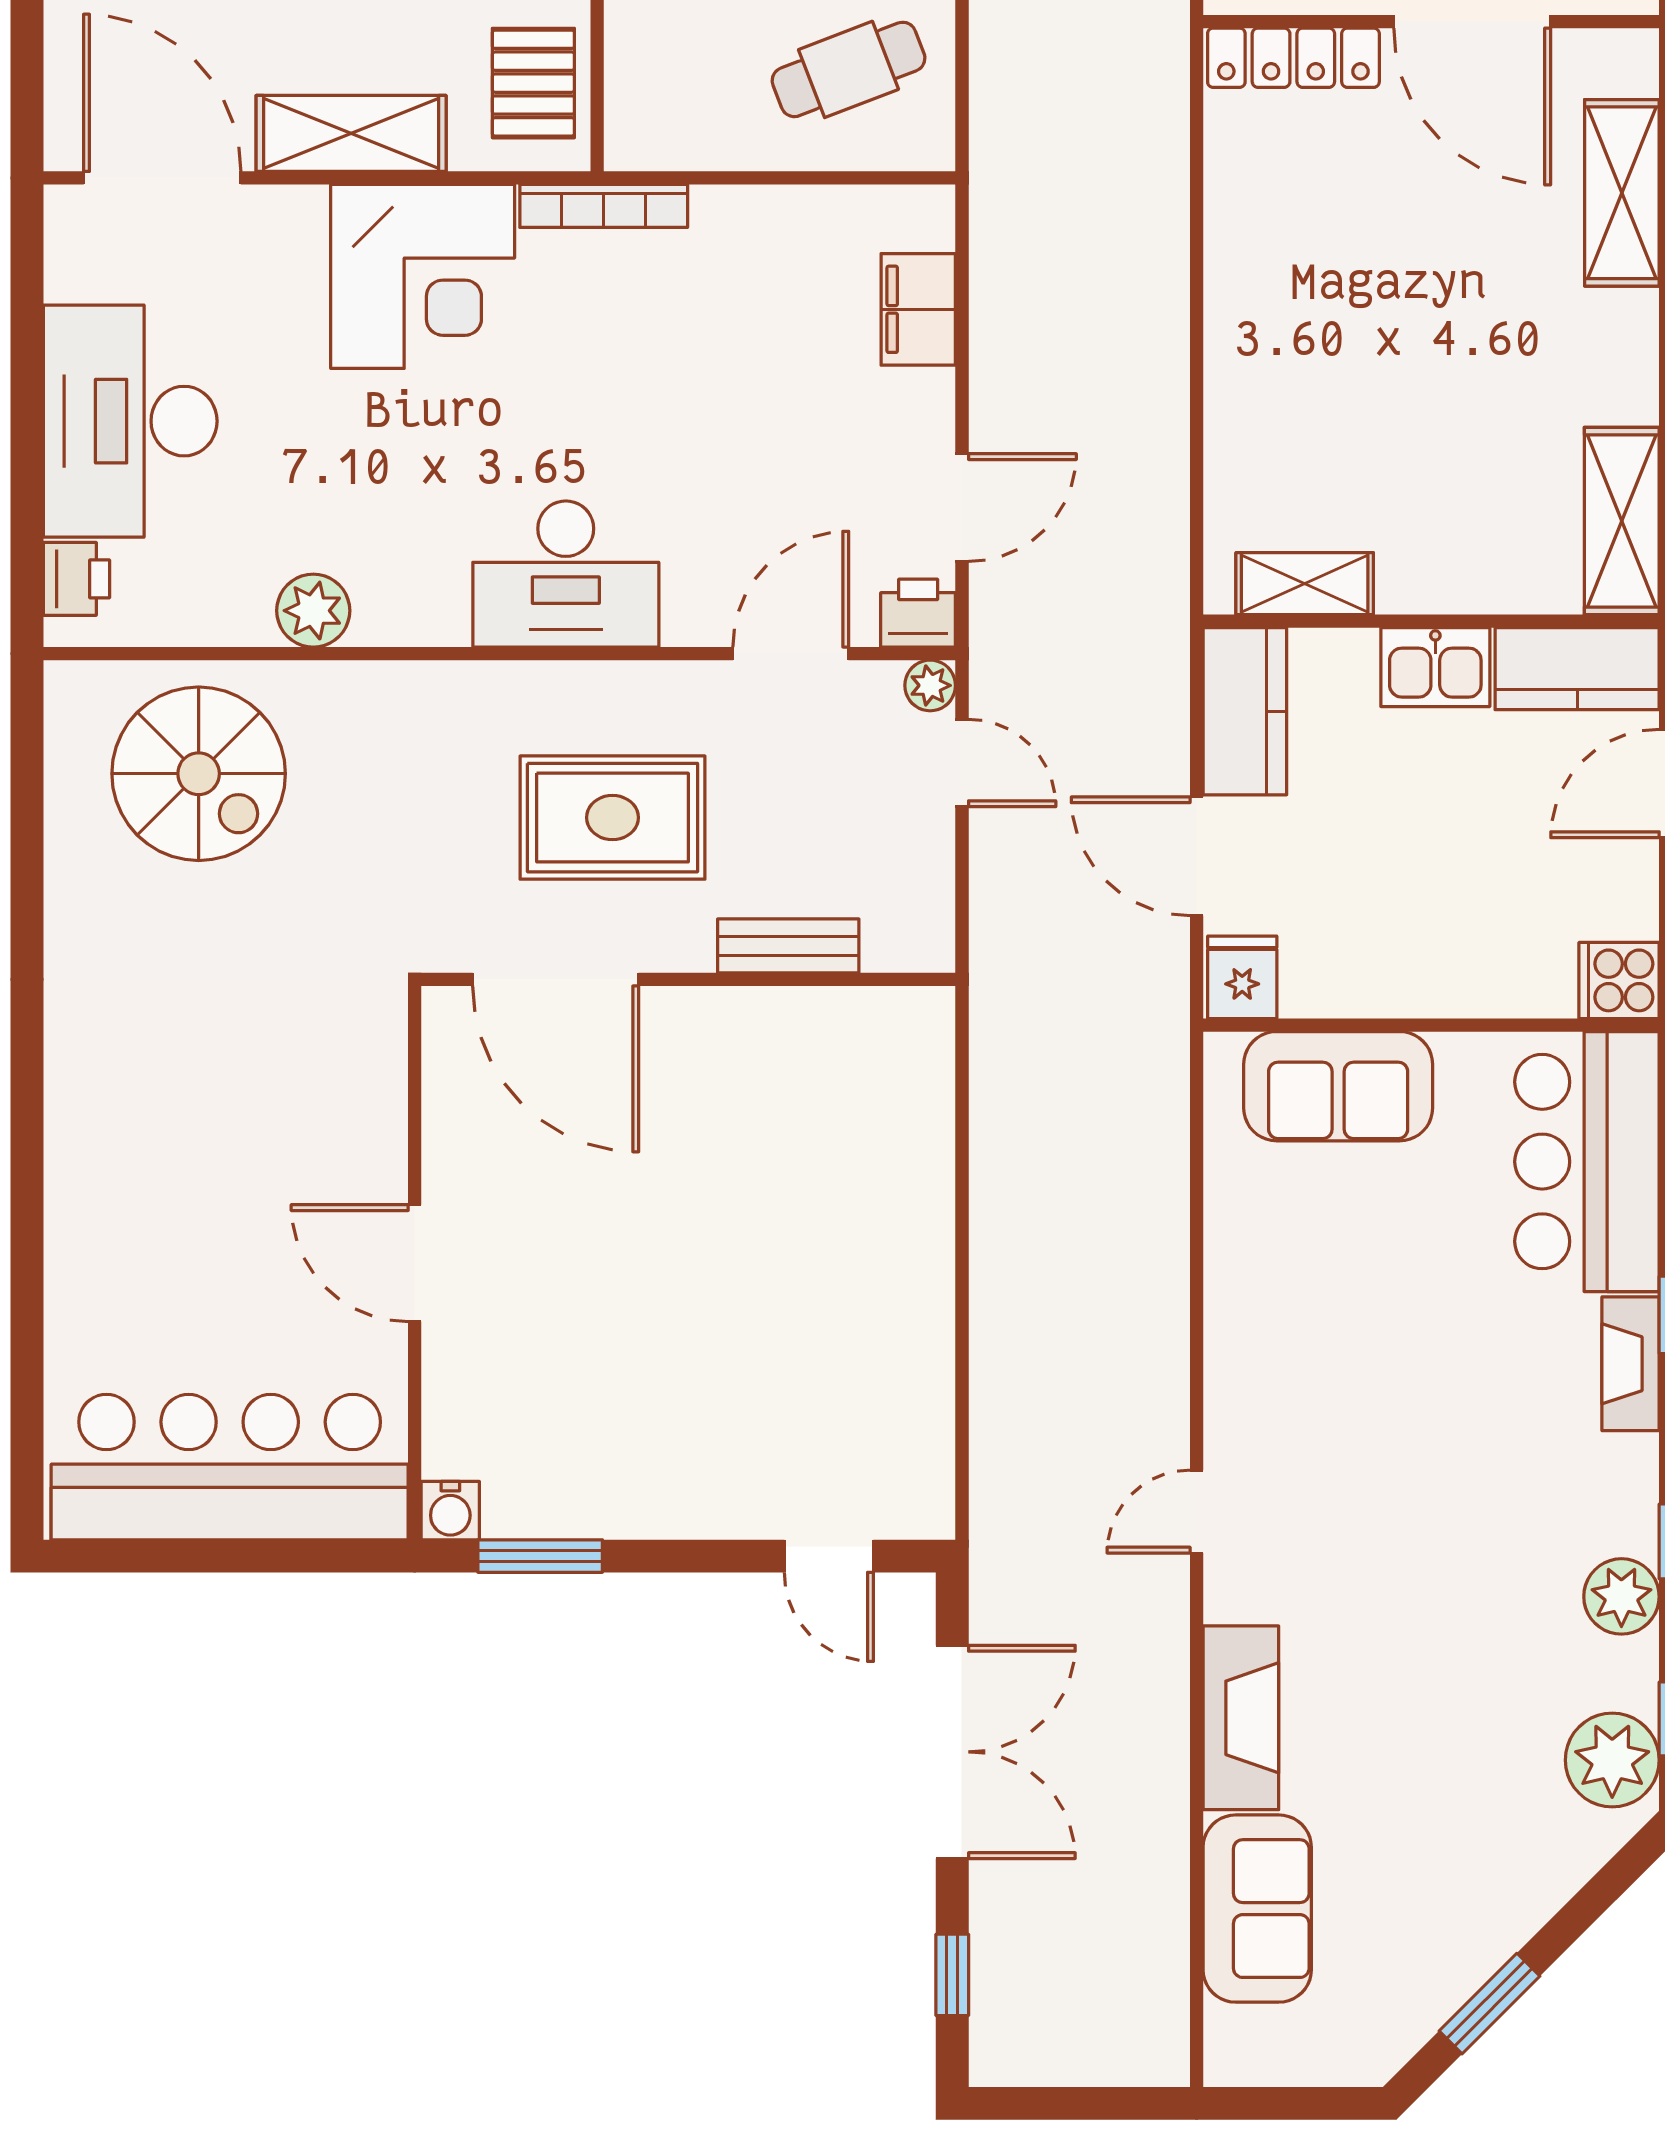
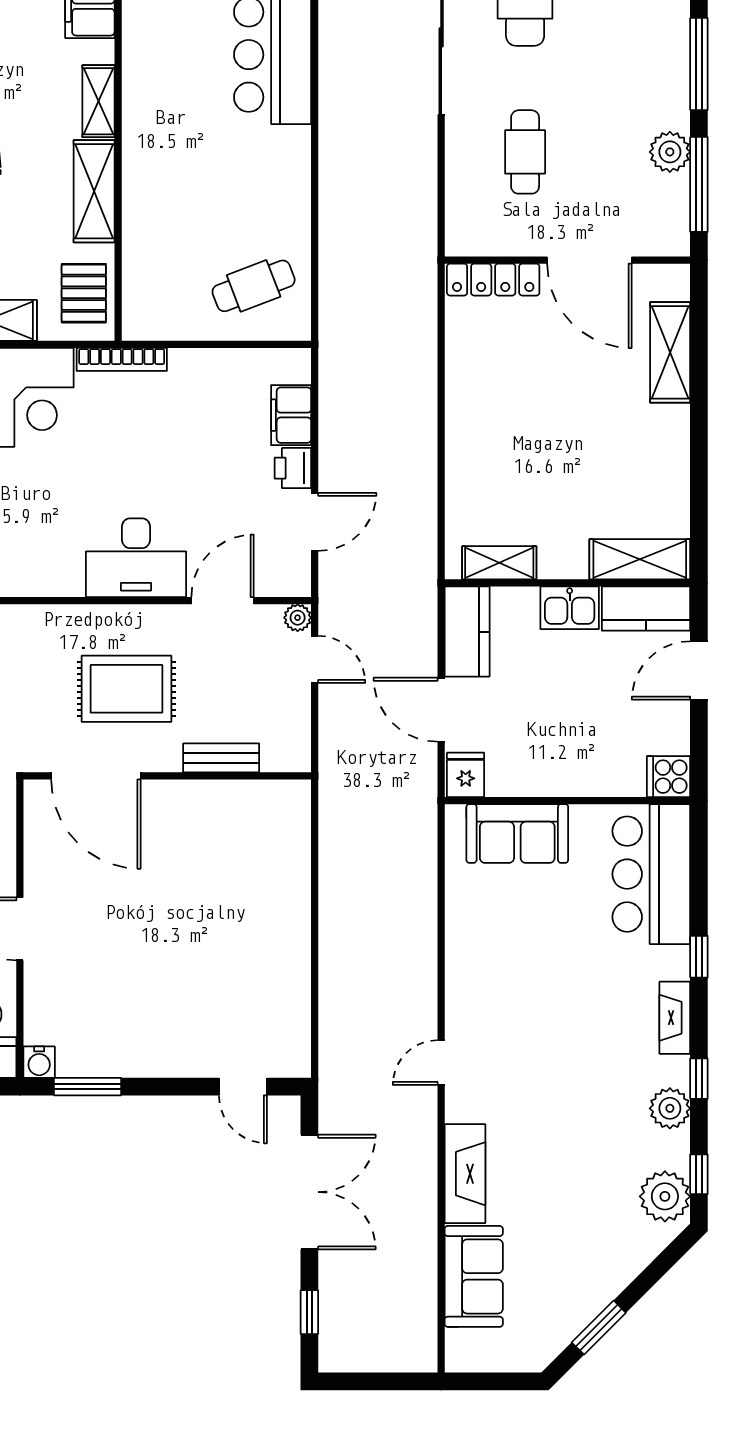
shelving: (1622, 521) -> (640, 559), moved, turned 90
desk: (566, 574) -> (136, 558), moved
printer: (918, 613) -> (293, 468), moved, turned -90
fireplace: (1631, 1364) -> (675, 1018), moved

